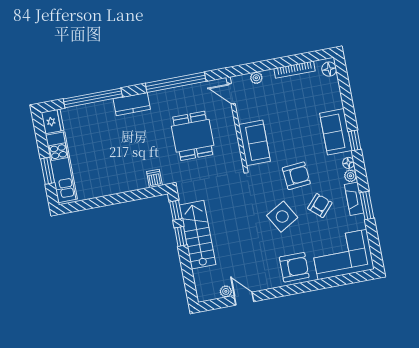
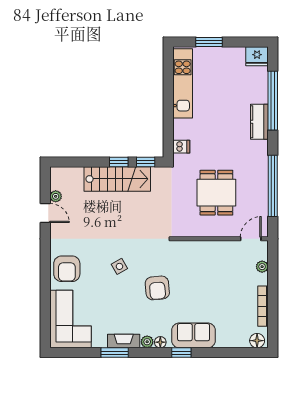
kitchen counter: (132, 104) -> (259, 122), moved
dining table: (193, 136) -> (216, 193), turned 90
sofa: (255, 143) -> (198, 253), removed
kitchen unit: (61, 167) -> (183, 83), moved, turned -90
armchair: (320, 206) -> (123, 306), removed
side table: (282, 217) -> (119, 266), width x0.54, depth x0.54
door: (244, 299) -> (45, 213), hinge flipped

